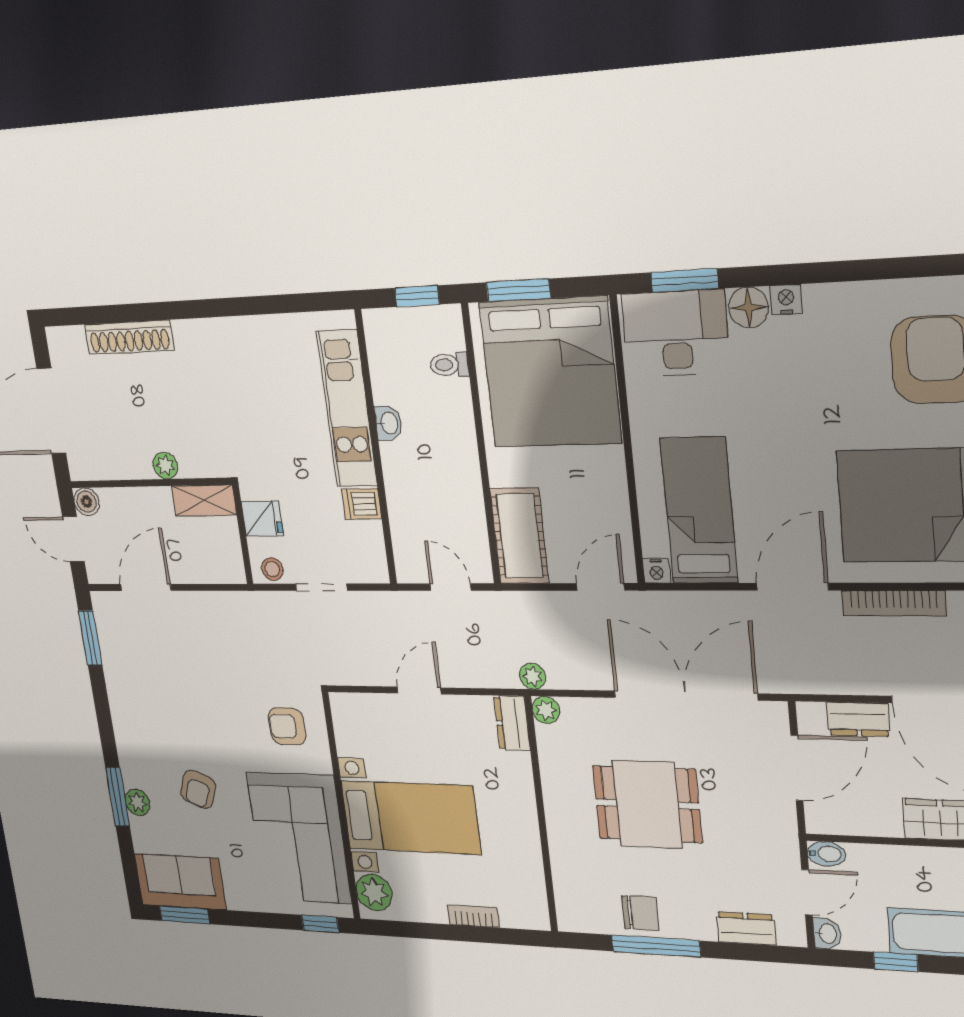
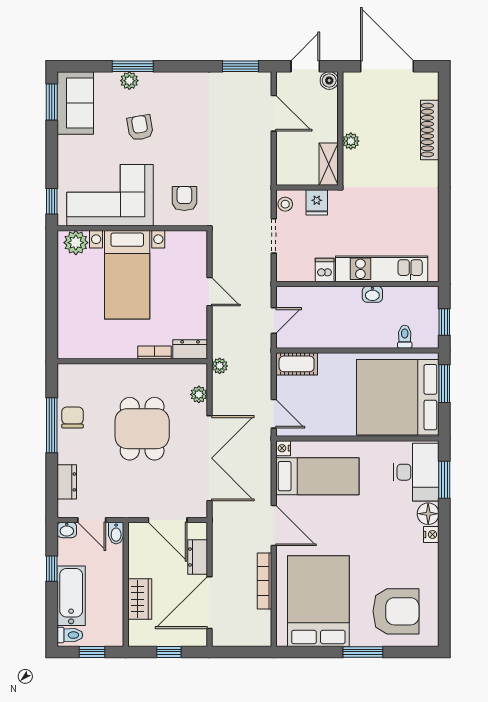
cot: (519, 536) -> (297, 364), width x0.73, depth x0.75
plant: (546, 710) -> (199, 394), moved
armchair: (198, 789) -> (140, 128), turned 59
chair: (640, 913) -> (73, 417), turned 180
bookcase: (473, 916) -> (155, 352), moved, turned -90

